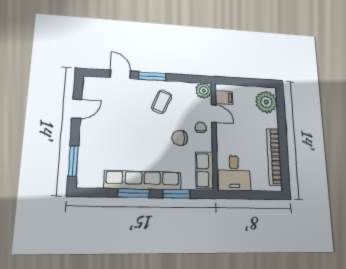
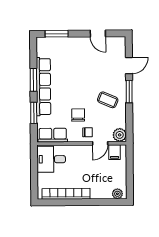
plant: (266, 102) -> (117, 194), width x0.53, depth x0.53

